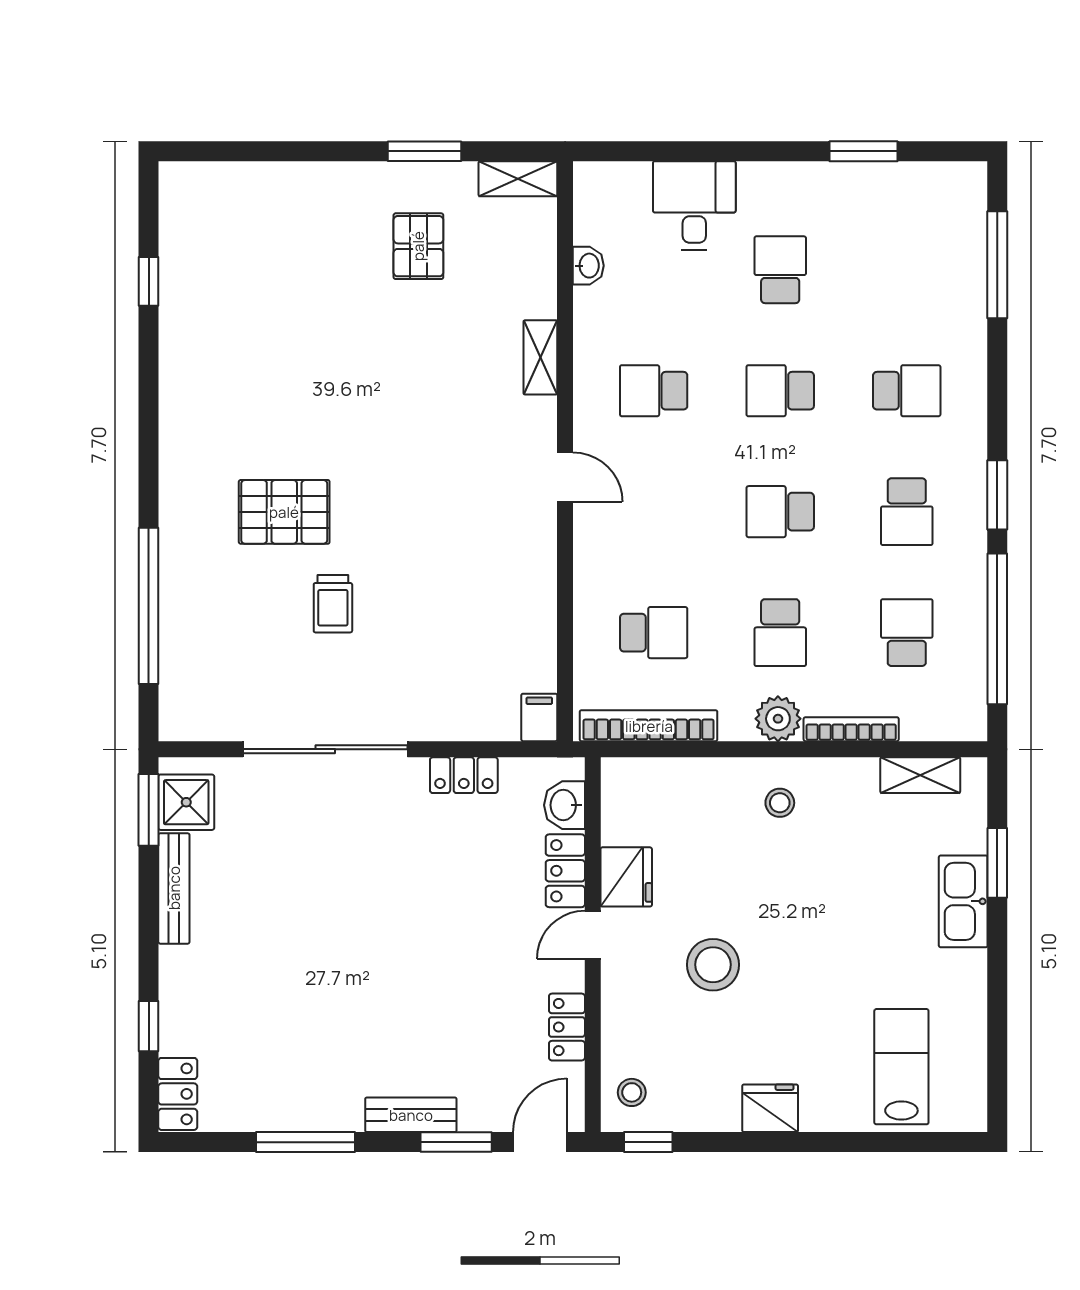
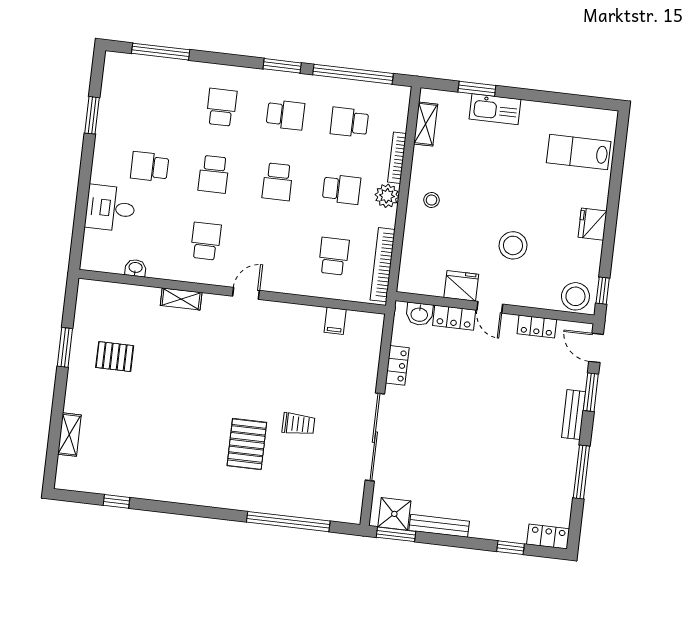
shelving: (518, 179) -> (69, 435), moved
school desk: (654, 391) -> (206, 241), turned 180
filing cabinet: (539, 717) -> (335, 321), moved, turned -90
stool: (632, 1092) -> (575, 296), width x1.89, depth x1.89

